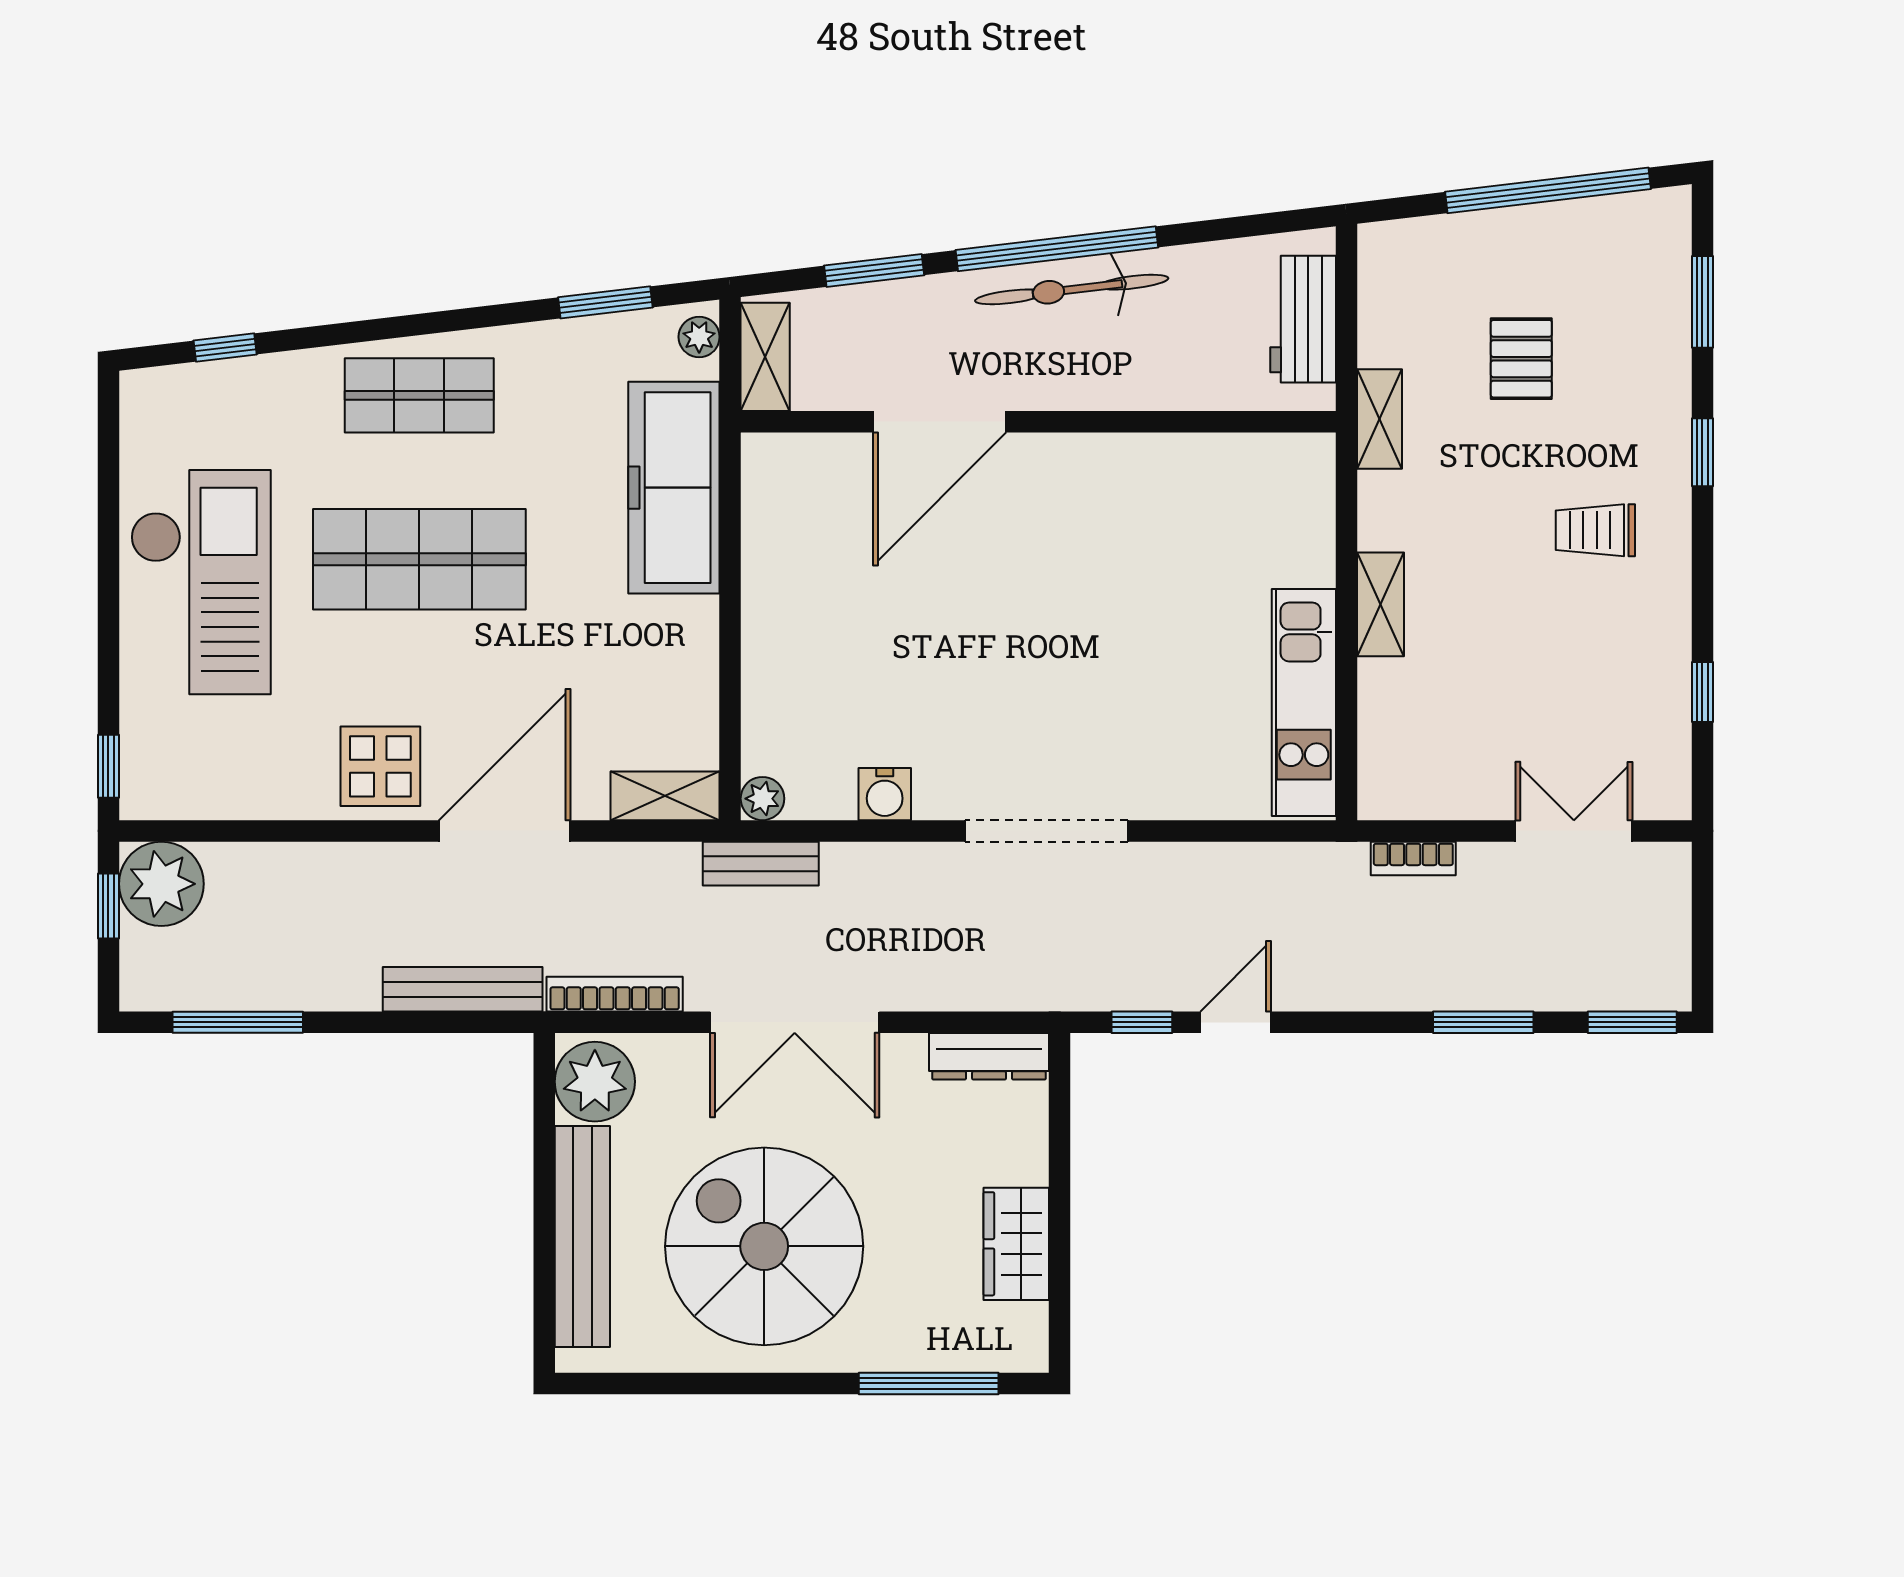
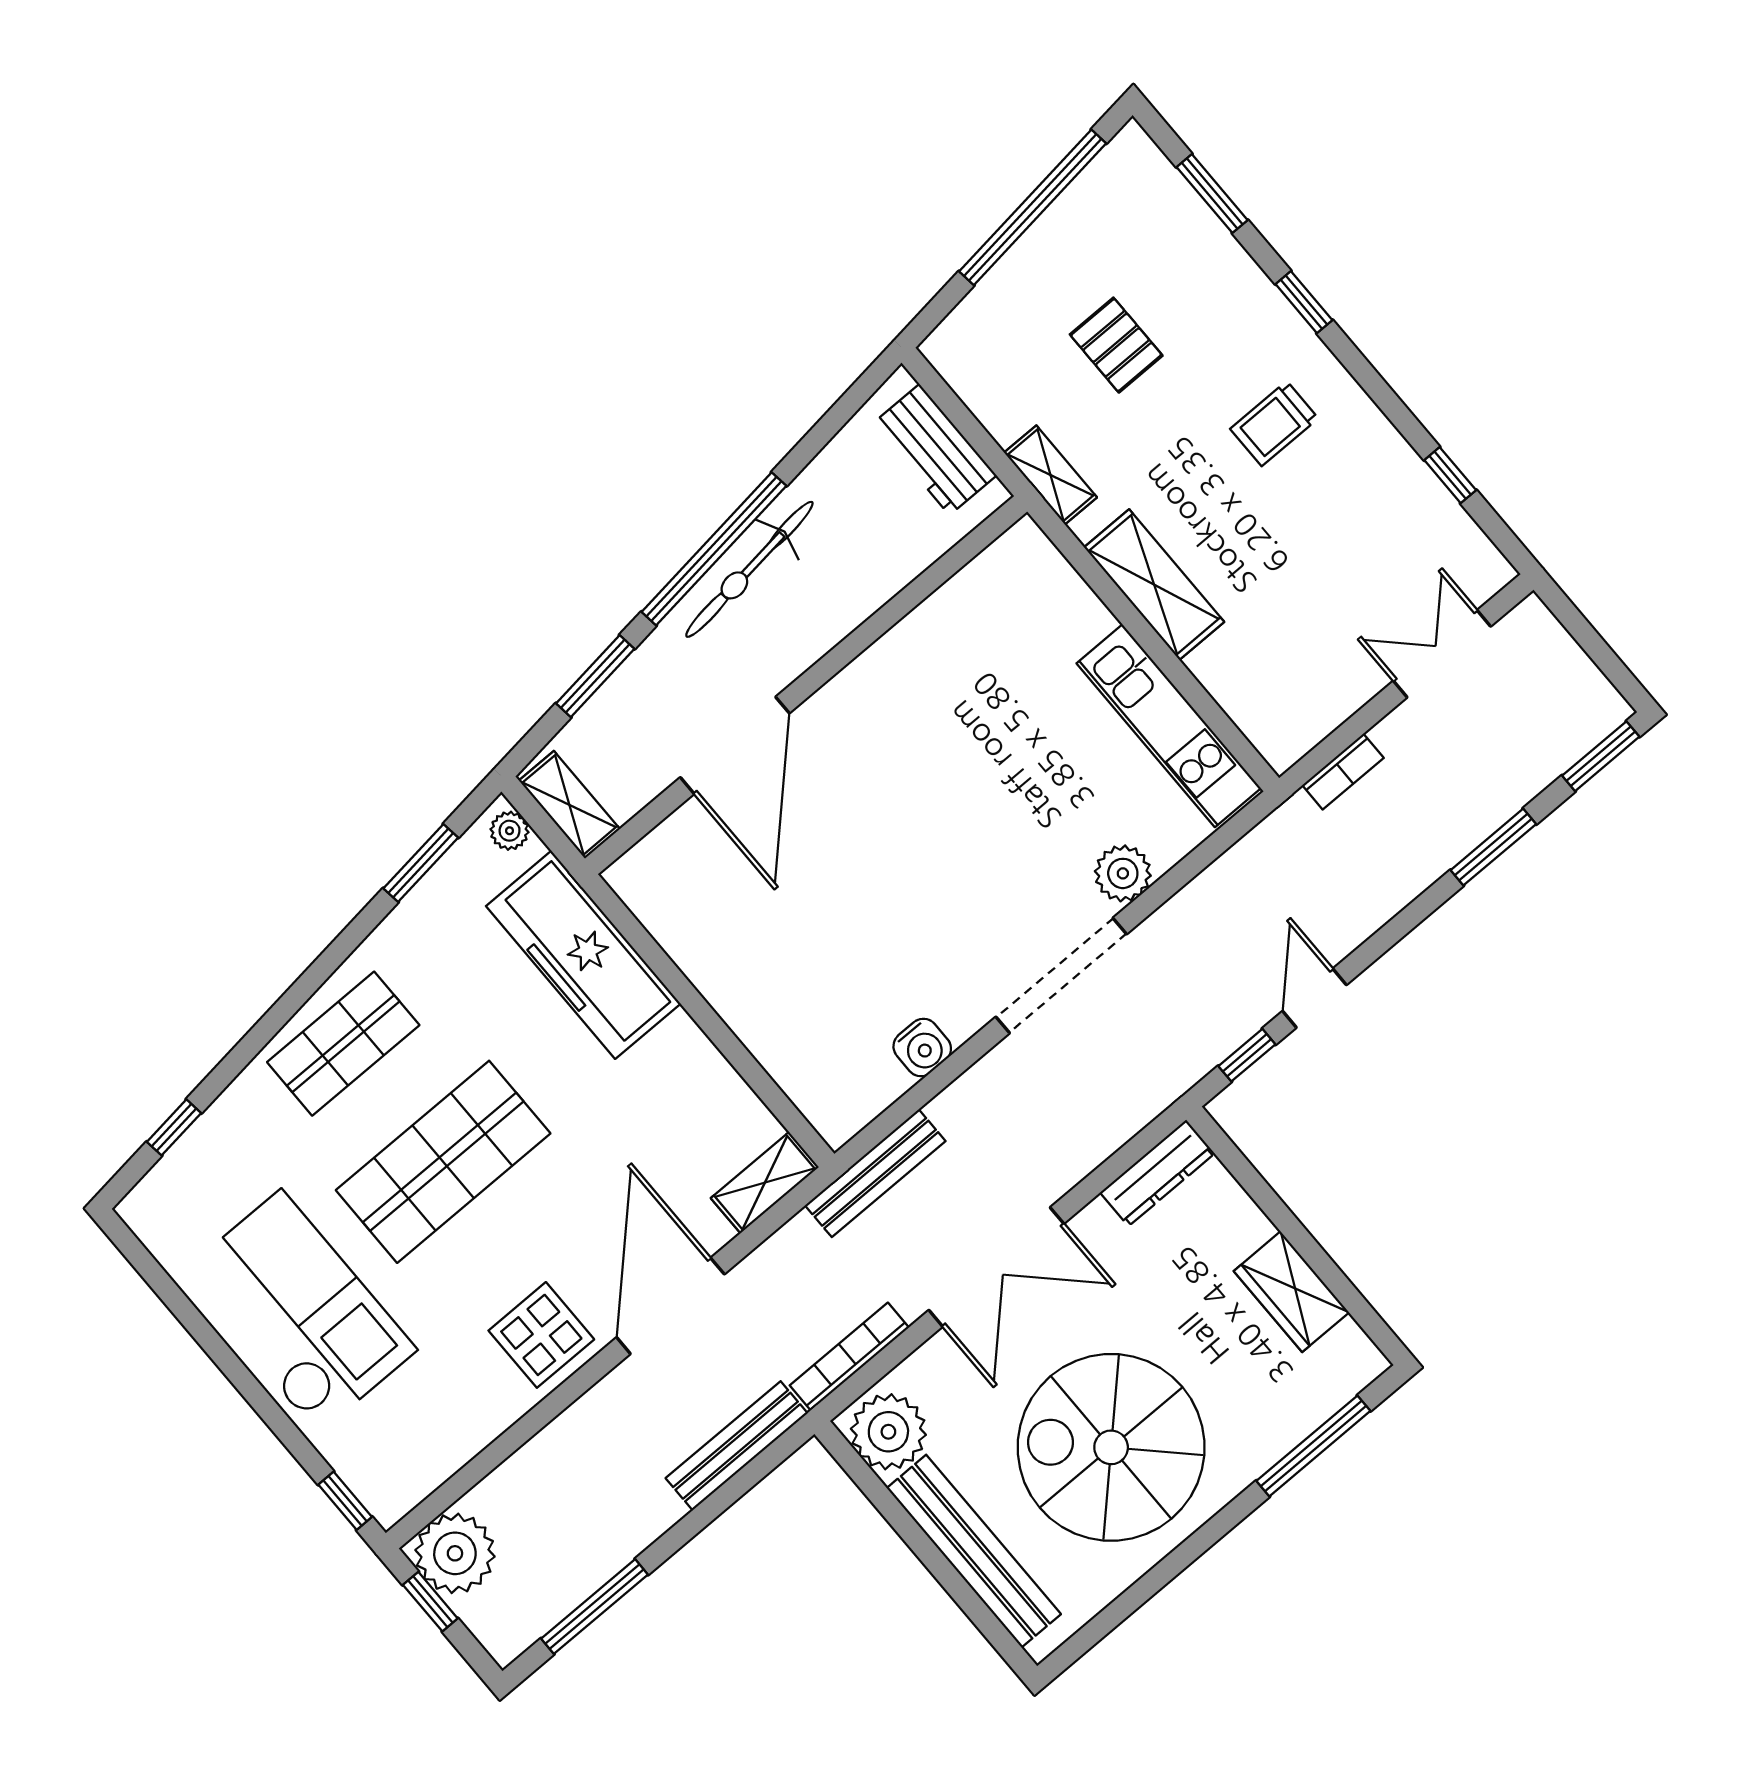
shelving: (1381, 604) -> (1154, 585), width x1.50, depth x1.33
plant: (762, 799) -> (1123, 873), moved, width x1.38, depth x1.38
bench: (761, 864) -> (875, 1173), width x1.36

